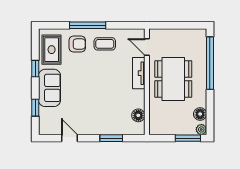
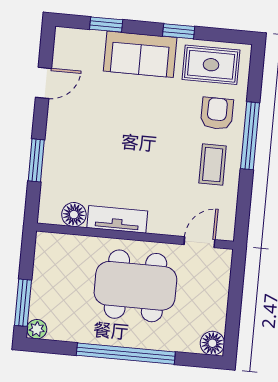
armchair: (77, 44) -> (217, 113), turned 180
window: (210, 63) -> (126, 354), moved
tv unit: (139, 73) -> (117, 219), moved
floor lamp: (200, 114) -> (212, 343), moved

